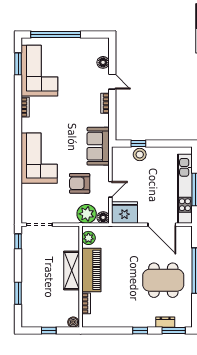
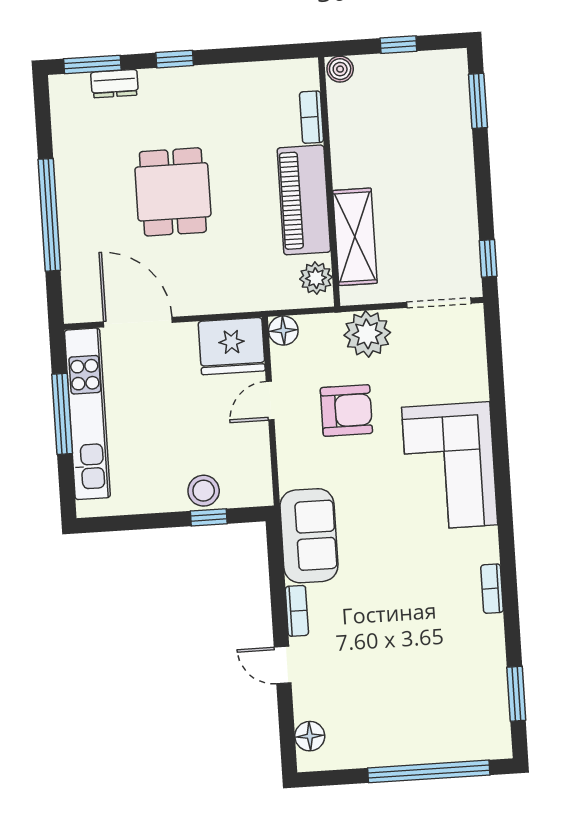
floor lamp: (103, 62) -> (310, 736), moved
corner sofa: (39, 71) -> (463, 680), removed
sofa: (98, 146) -> (309, 536), moved
plant: (87, 214) -> (367, 334), moved
shelving: (72, 270) -> (355, 237), moved
dining table: (163, 280) -> (173, 192), moved, width x0.73
window: (18, 293) -> (478, 101), moved

